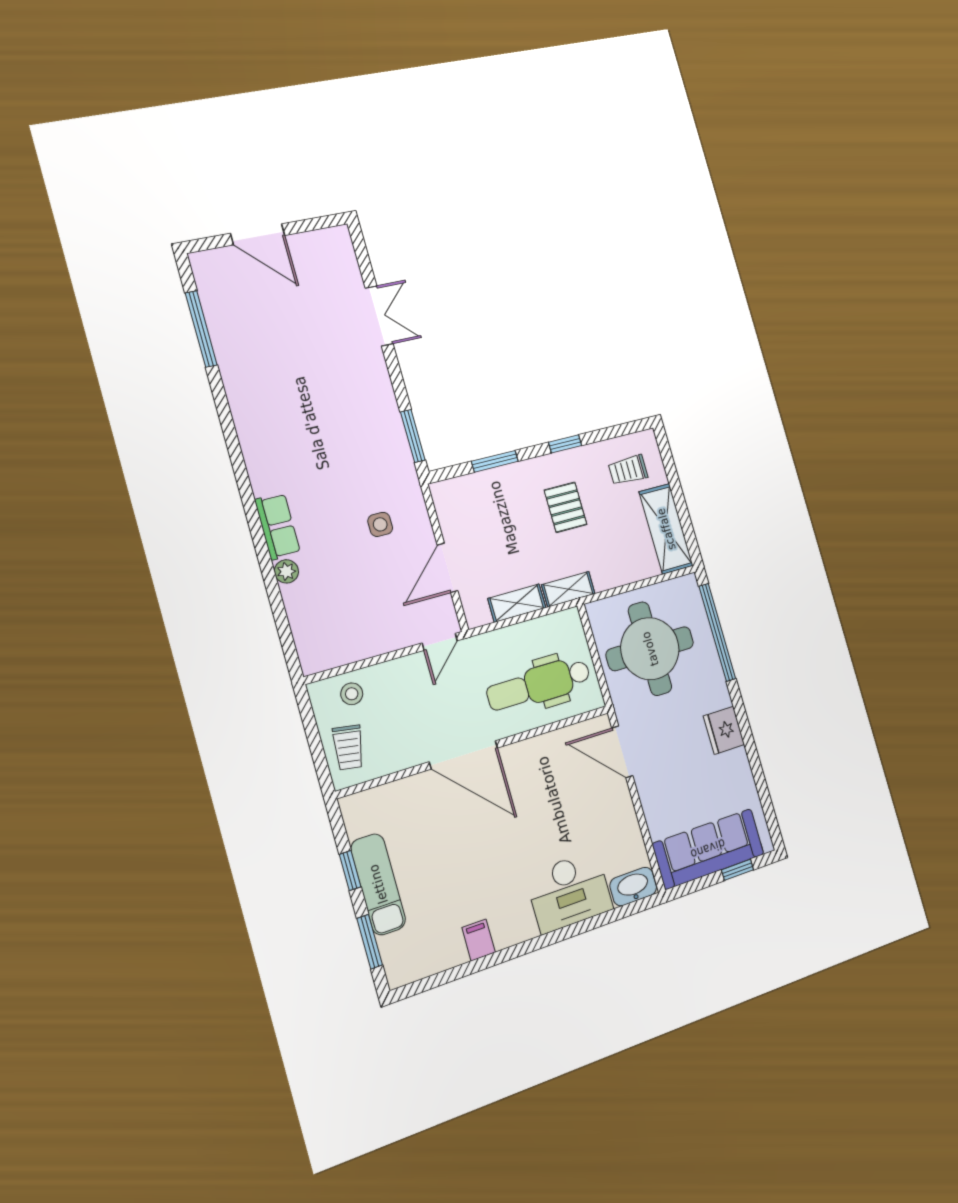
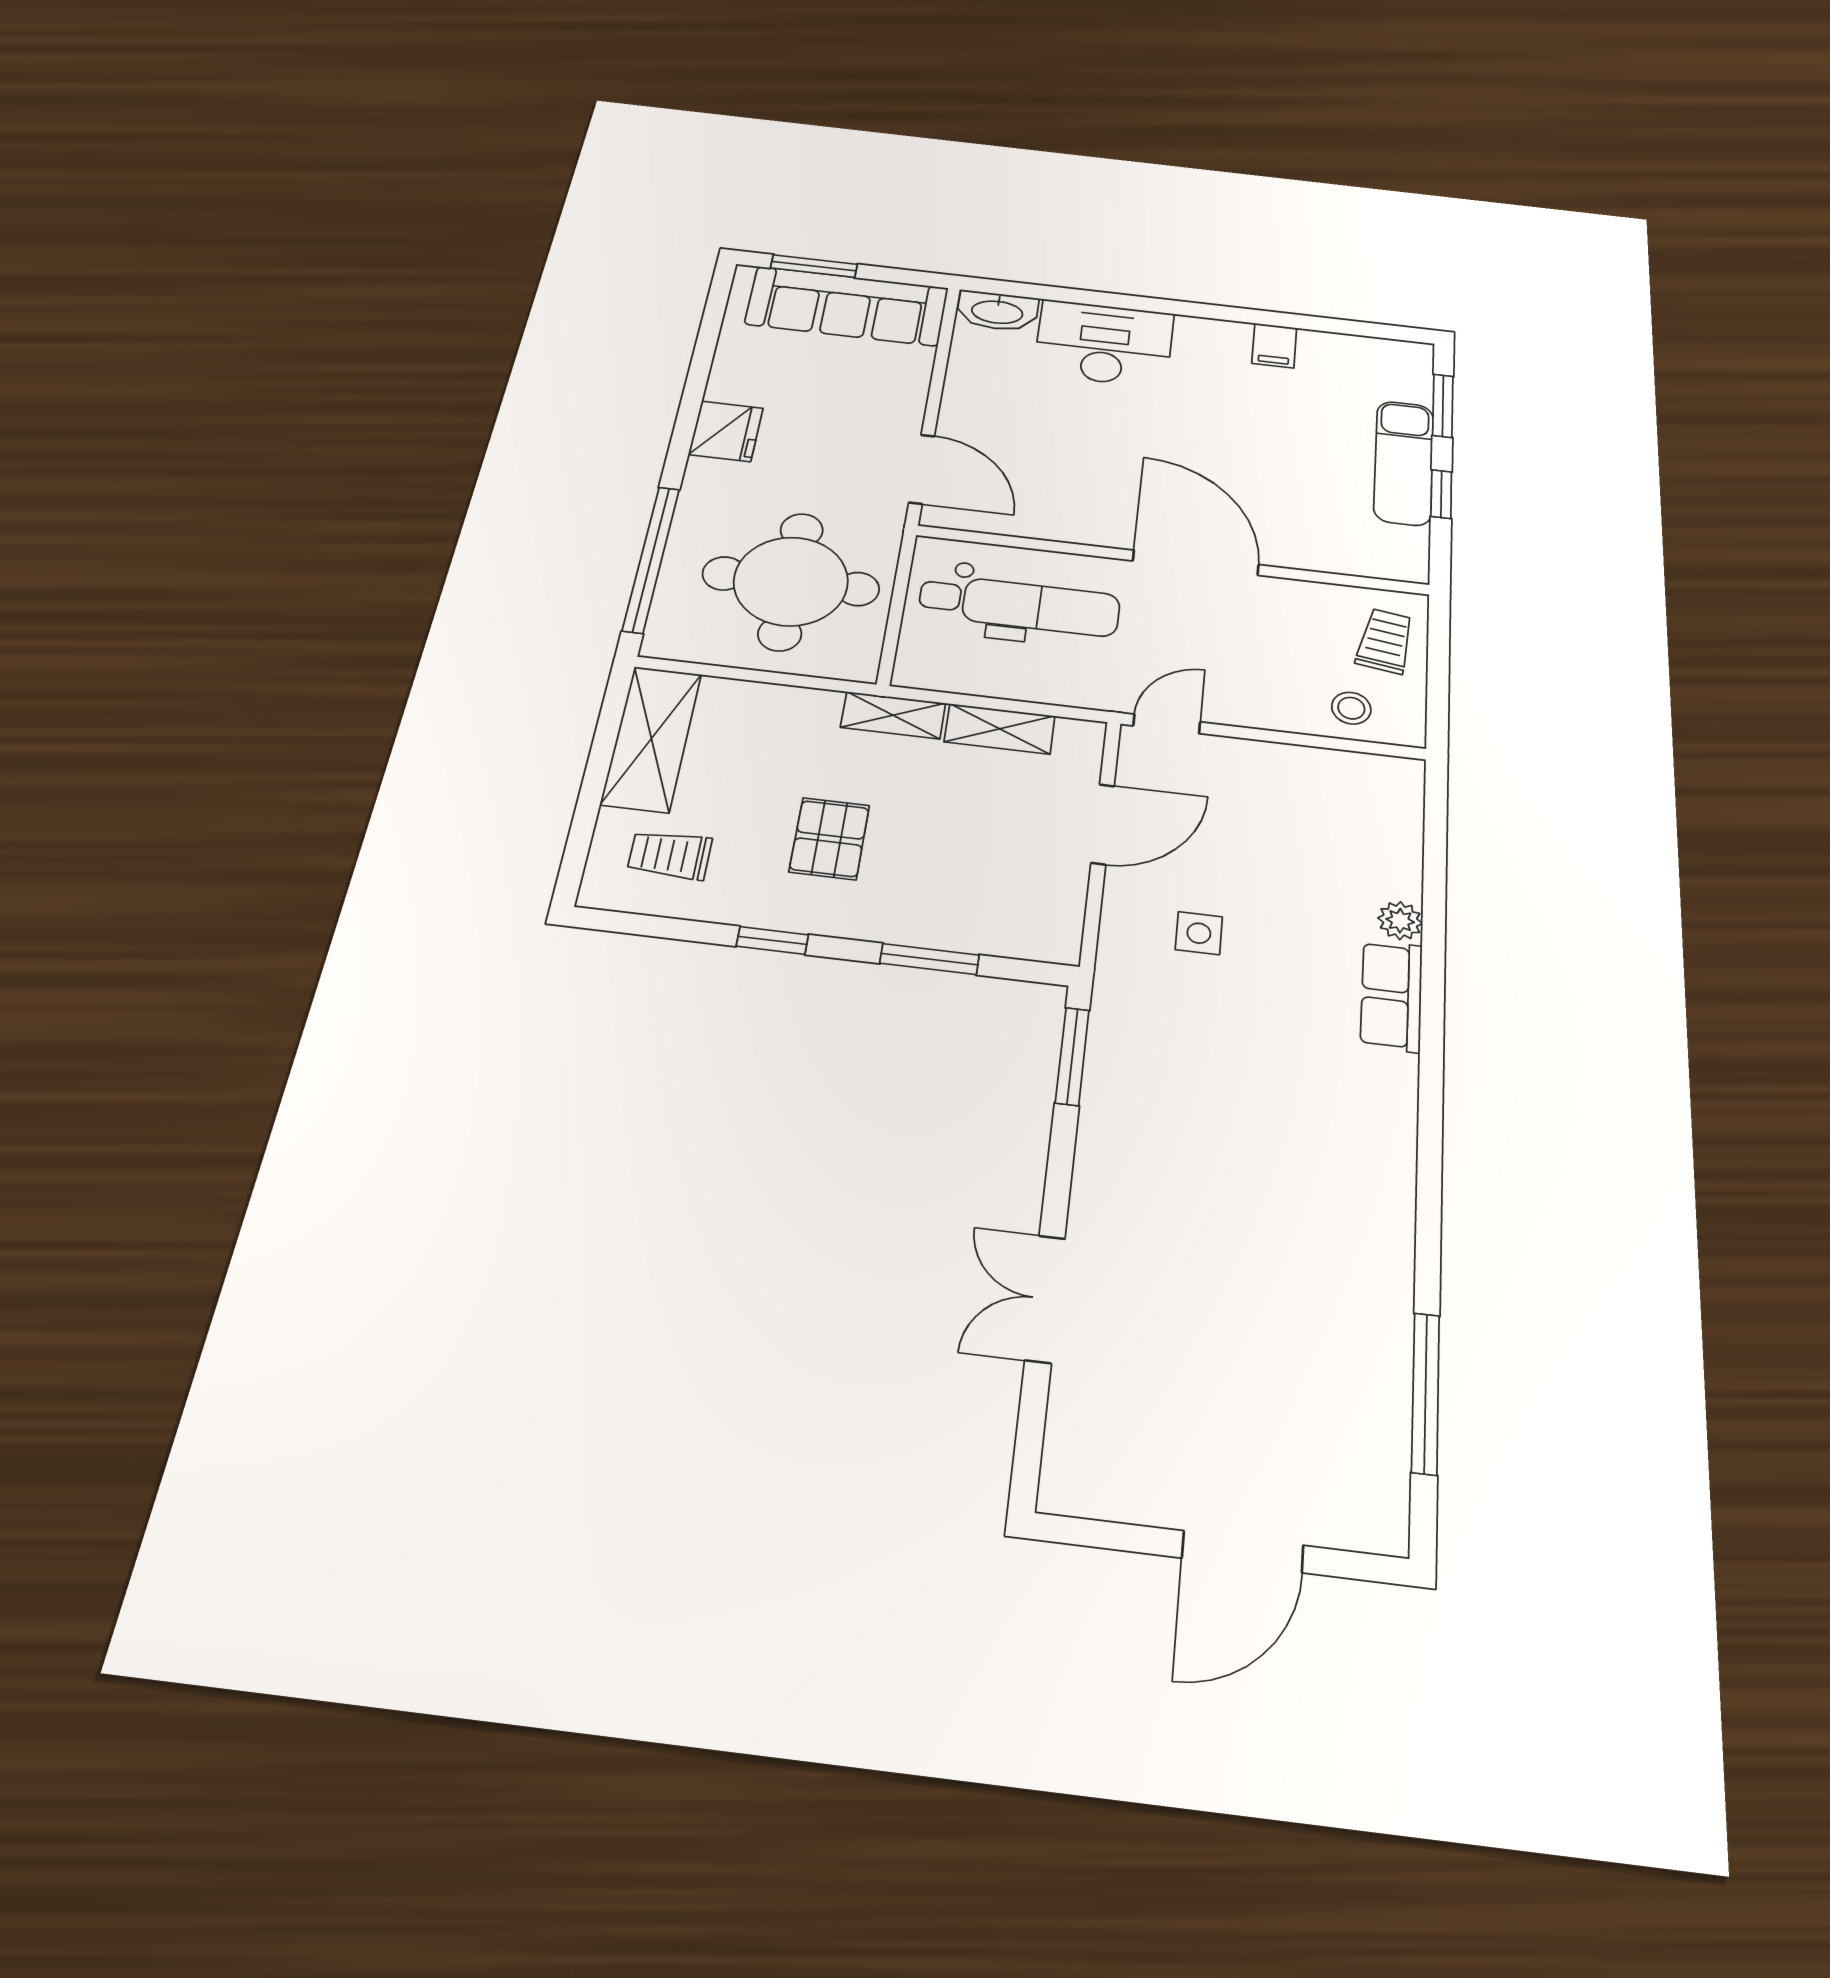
door: (258, 234) -> (1243, 1552), swing flipped
trolley: (628, 470) -> (670, 855), turned 180
window: (738, 870) -> (814, 266), width x1.50

